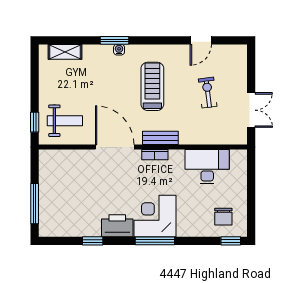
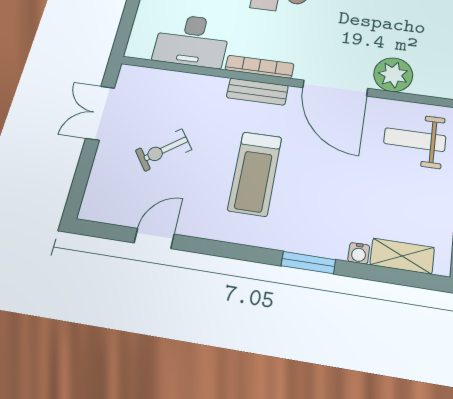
water cooler: (119, 50) -> (359, 253), moved
exercise bike: (208, 93) -> (164, 150), turned 61
bookcase: (155, 155) -> (259, 67), width x1.56
plant: (82, 161) -> (393, 75), added

